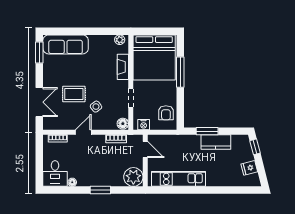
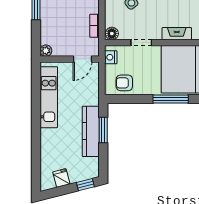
kitchen counter: (216, 142) -> (91, 131), width x1.50
plant: (133, 177) -> (46, 51), width x0.53, depth x0.53

